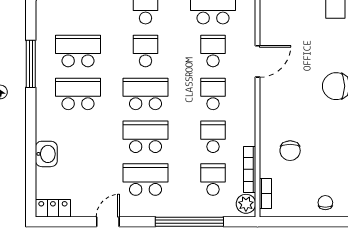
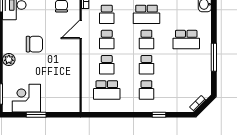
school desk: (78, 51) -> (186, 65), removed
door: (257, 61) -> (81, 29), moved
school desk: (146, 94) -> (146, 40), width x0.54

